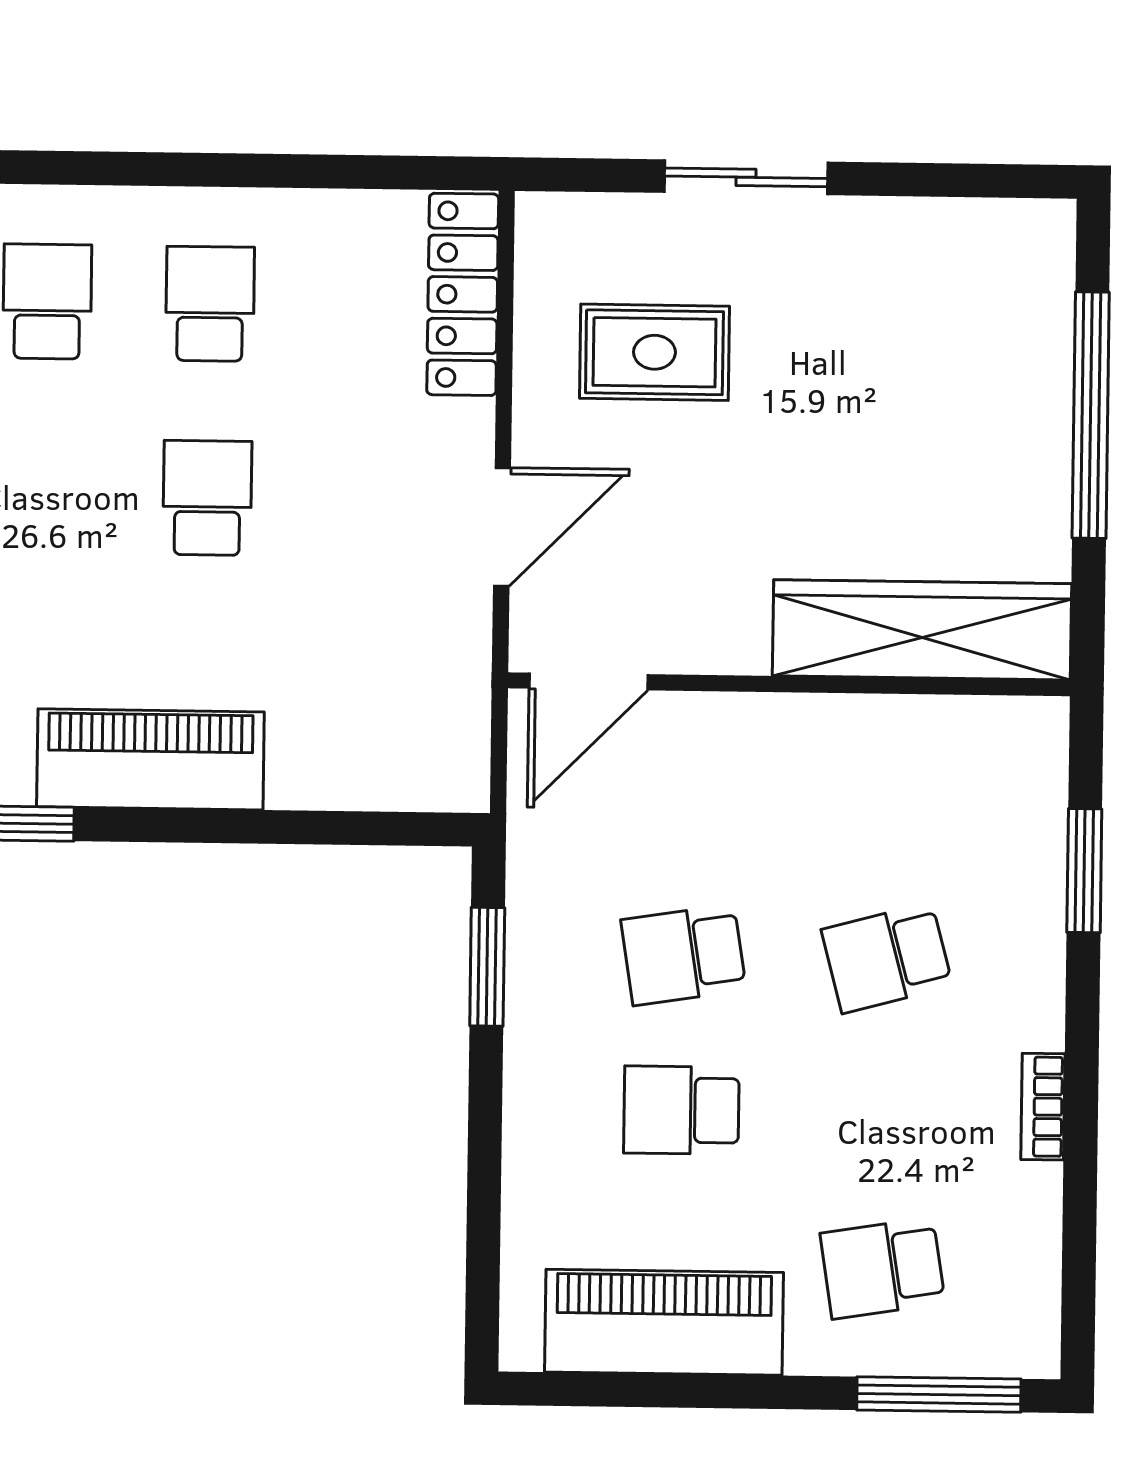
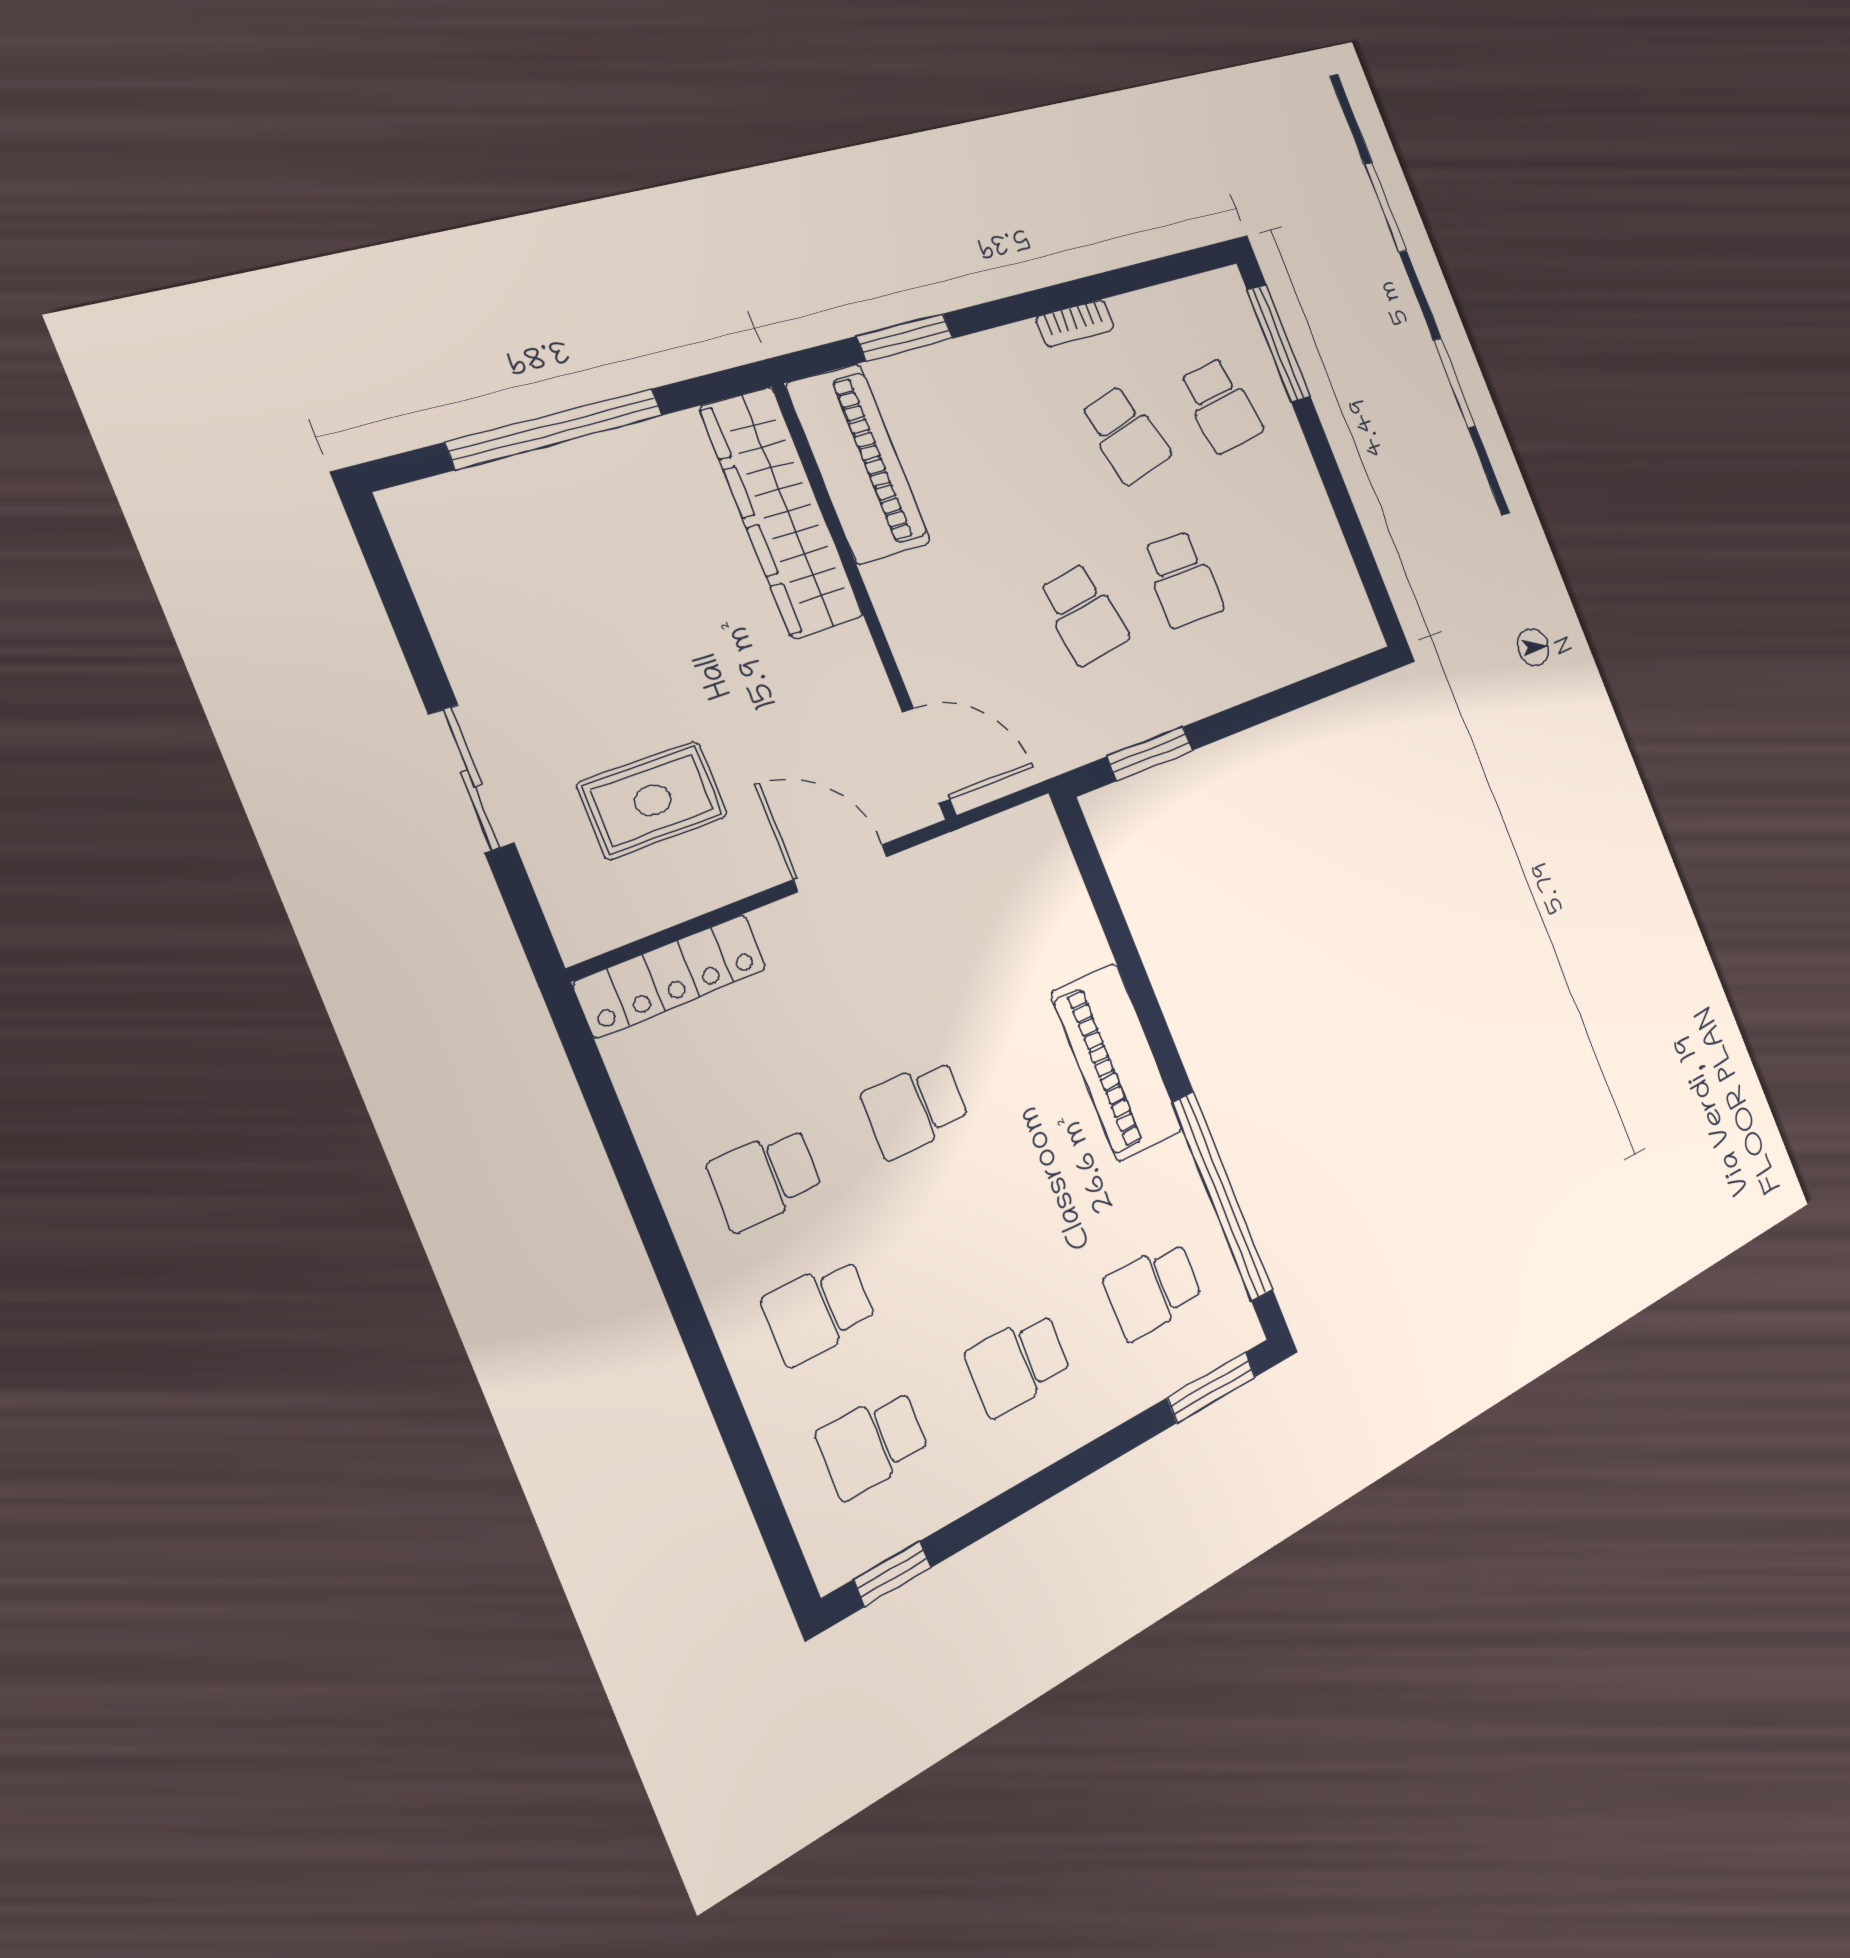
rug: (654, 352) -> (653, 800), turned 90
school desk: (887, 958) -> (1125, 435), moved
piano: (664, 1322) -> (858, 464), moved, turned 180

